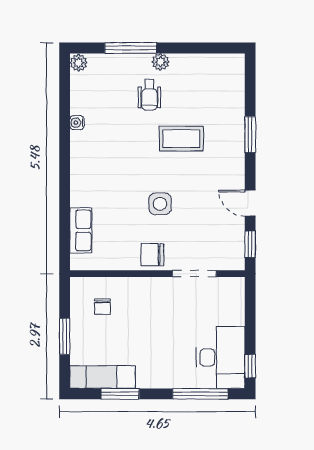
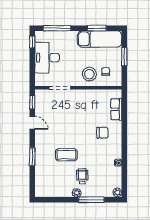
side table: (160, 204) -> (77, 122), removed
chair: (152, 255) -> (102, 133), moved
stool: (135, 301) -> (89, 74), added
desk: (220, 357) -> (47, 58), moved
exam couch: (102, 377) -> (100, 39), width x1.36, depth x1.45

